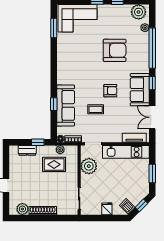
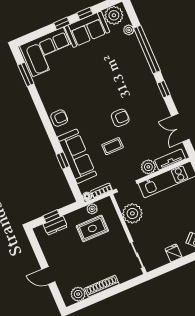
armchair: (115, 50) -> (59, 118), moved, width x0.53, depth x0.53
sofa: (140, 90) -> (87, 29), moved, turned -90
plant: (116, 136) -> (148, 167), added
window: (38, 142) -> (52, 216), moved

